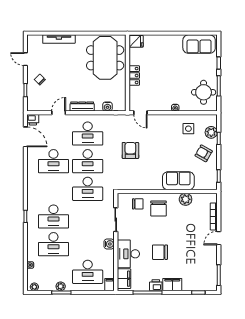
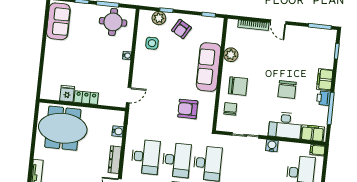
fridge: (136, 41) -> (67, 94), moved
armchair: (130, 150) -> (188, 109), moved
sofa: (178, 181) -> (209, 67), width x1.36

